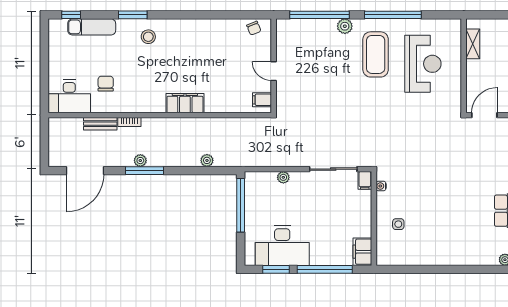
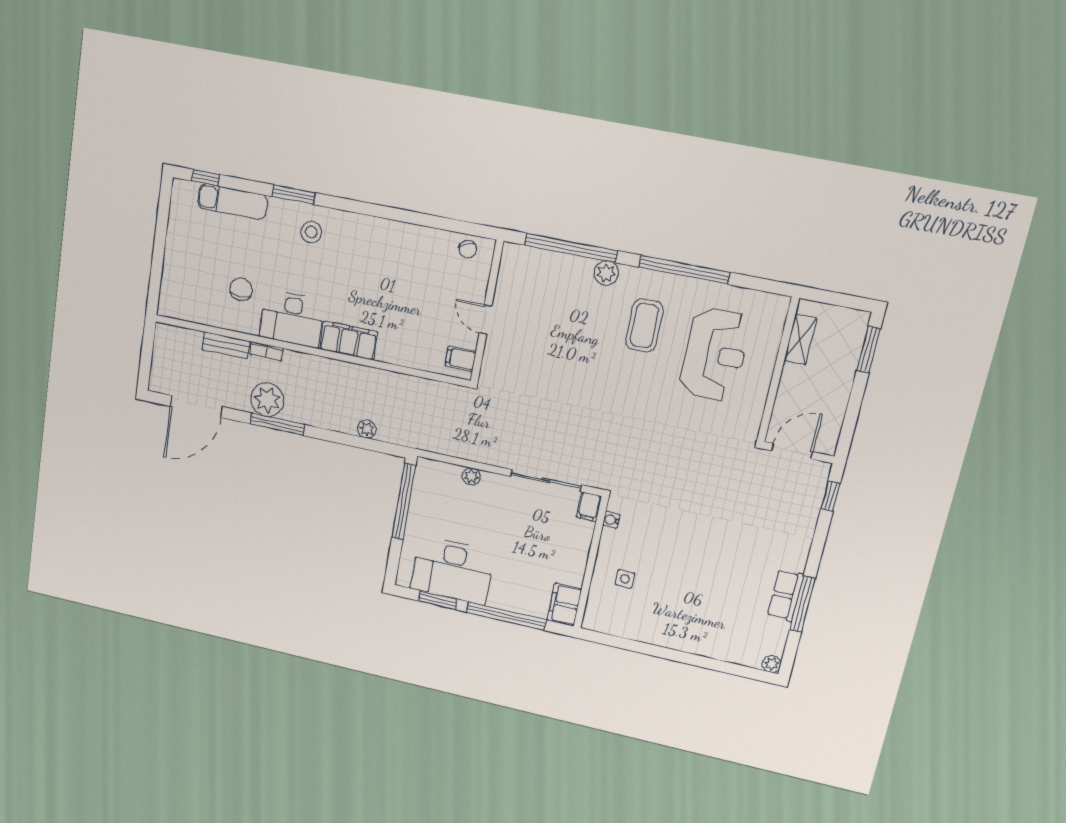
coffee table: (376, 54) -> (644, 326), width x0.73, depth x0.76
desk: (69, 96) -> (292, 319), moved
plant: (140, 161) -> (267, 400), width x1.88, depth x1.88

